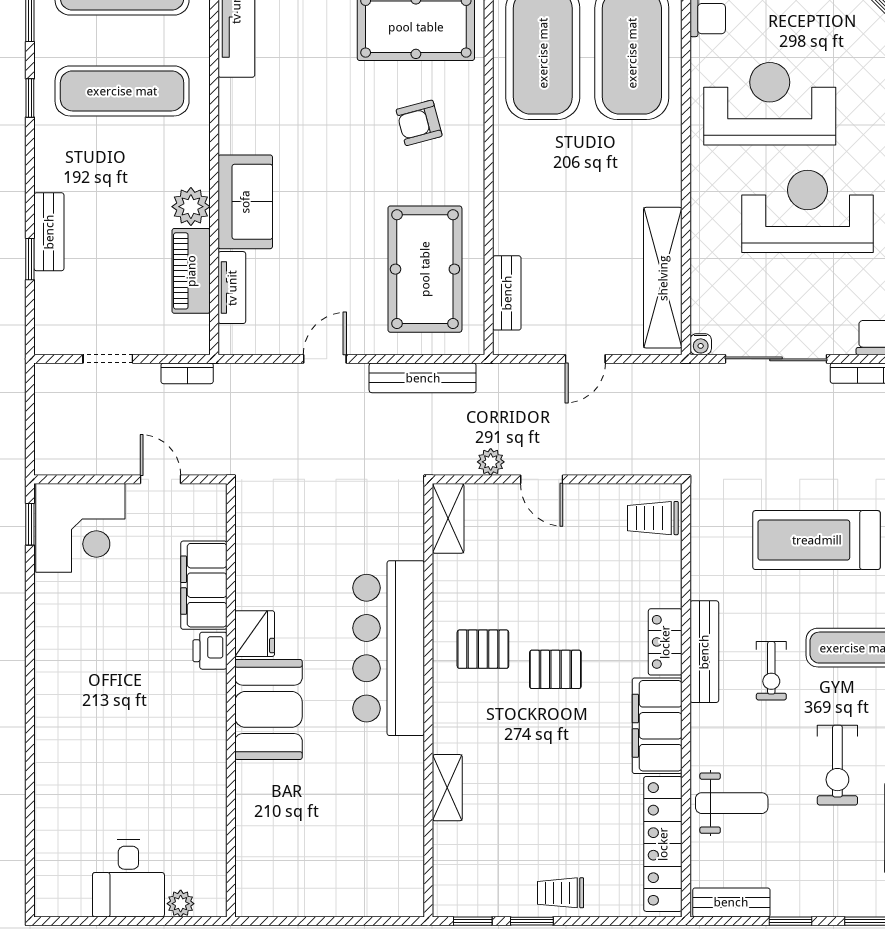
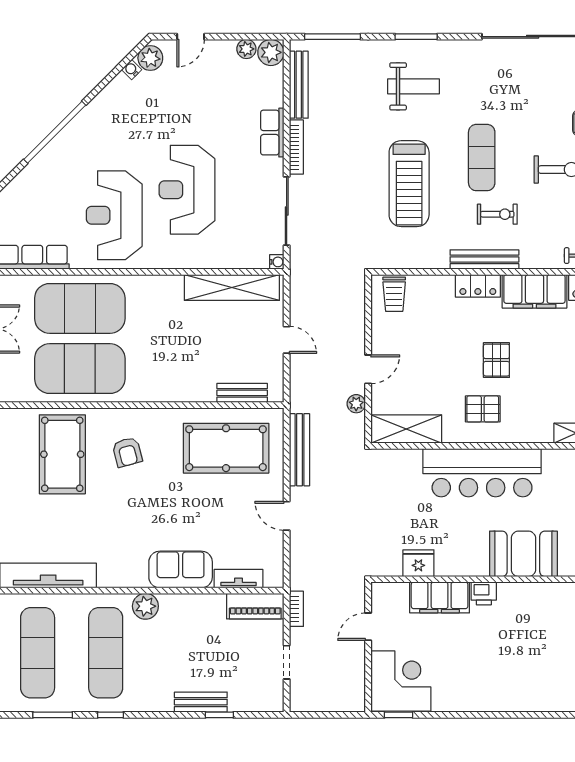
plant: (191, 207) -> (145, 606), moved
piano: (191, 271) -> (255, 606), moved
shelving: (448, 518) -> (406, 429), width x1.50, depth x1.33
fridge: (255, 634) -> (418, 563), moved
pallet: (483, 649) -> (483, 409), turned 90

